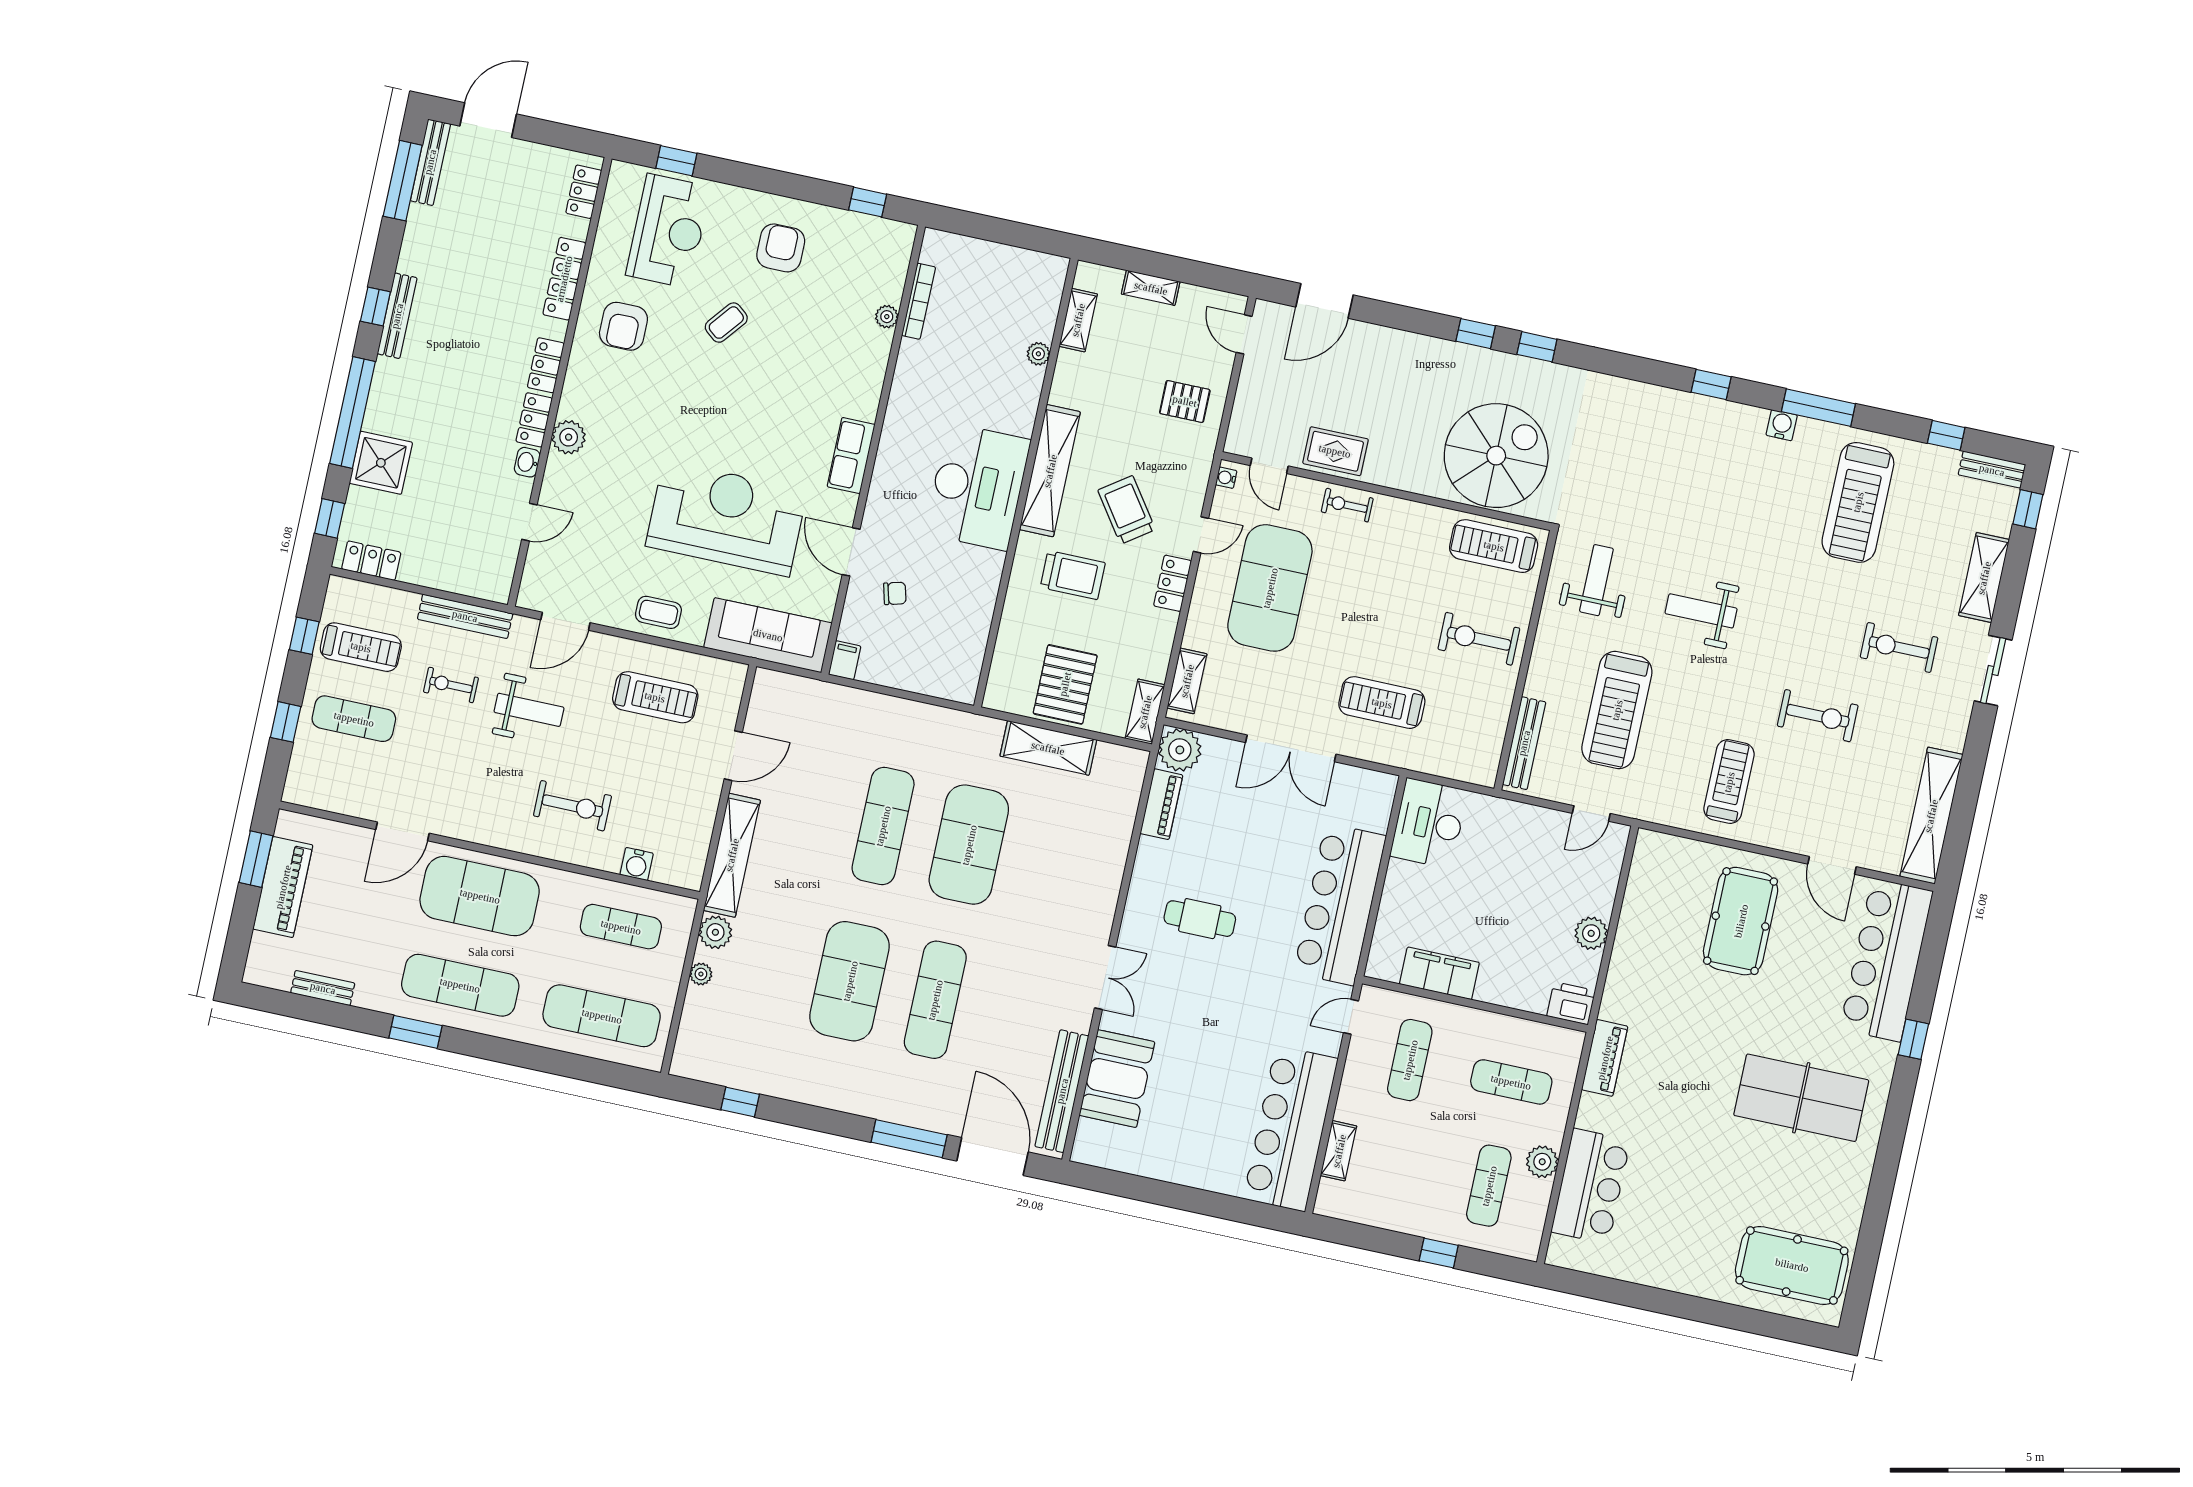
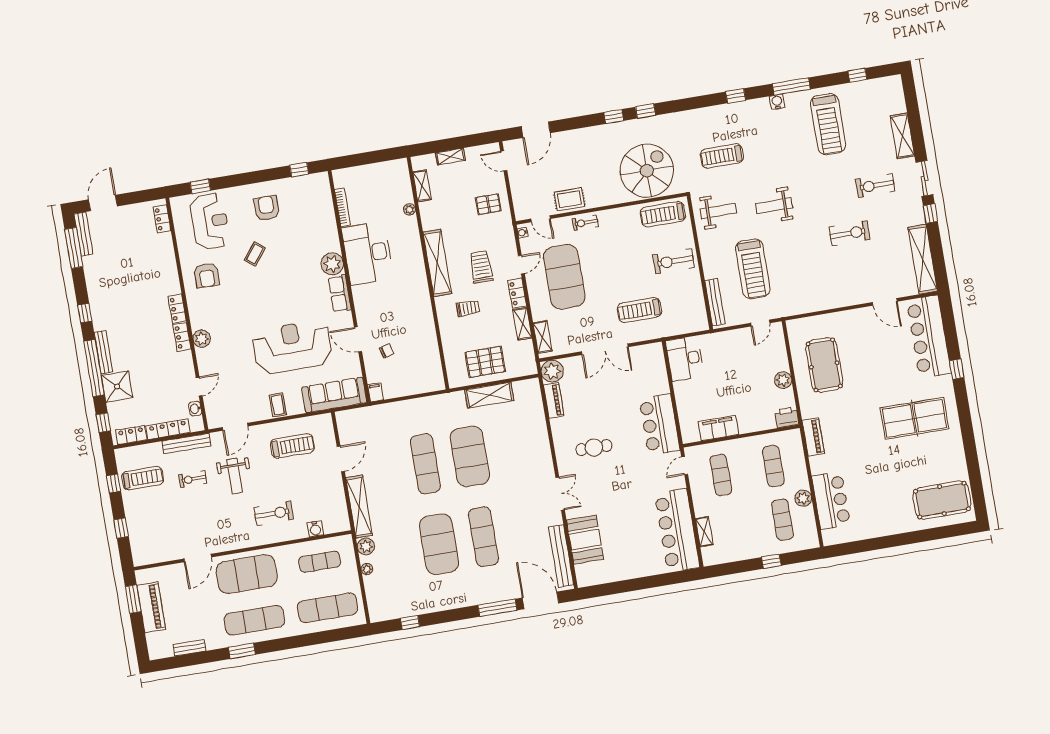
locker: (564, 279) -> (168, 429), moved, turned 90
bench: (397, 316) -> (103, 352), moved
plant: (887, 317) -> (332, 264), moved, width x1.88, depth x1.88
washbasin: (527, 462) -> (195, 409), moved
bench: (1992, 470) -> (886, 83), removed
desk: (978, 487) -> (368, 253), moved, turned 180
window: (2028, 509) -> (930, 213), moved
trolley: (1127, 510) -> (481, 267), turned 35
trolley: (1073, 575) -> (468, 308), width x0.73, depth x0.72
weight bench: (1596, 580) -> (718, 211), turned 90
coffee table: (658, 612) -> (278, 405), turned 90
pallet: (1065, 684) -> (485, 362), turned 90
weight bench: (529, 710) -> (235, 476), turned 90
shelving: (1145, 712) -> (522, 324), moved
exercise mat: (354, 719) -> (153, 514), removed
treadmill: (1729, 782) -> (722, 156), moved, turned -90
bar counter: (1340, 904) -> (660, 425), width x0.73
pool table: (1741, 921) -> (824, 365), moved
exercise mat: (1511, 1082) -> (773, 466), turned 90

